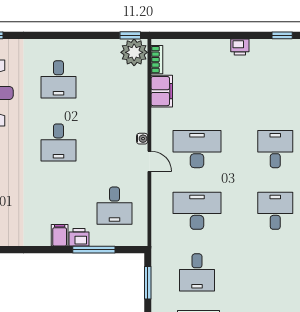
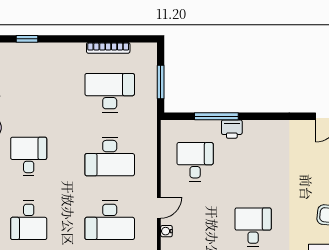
door: (149, 161) -> (159, 208), swing flipped
desk: (275, 211) -> (29, 157), turned 180
filing cabinet: (60, 235) -> (252, 131), removed
desk: (197, 272) -> (110, 93), width x1.37

